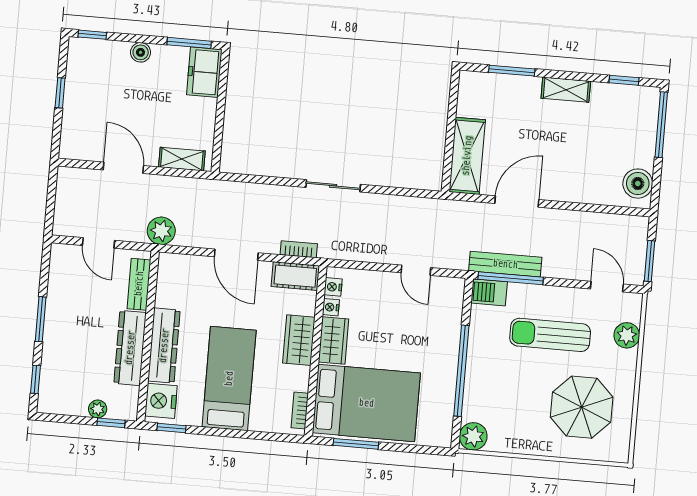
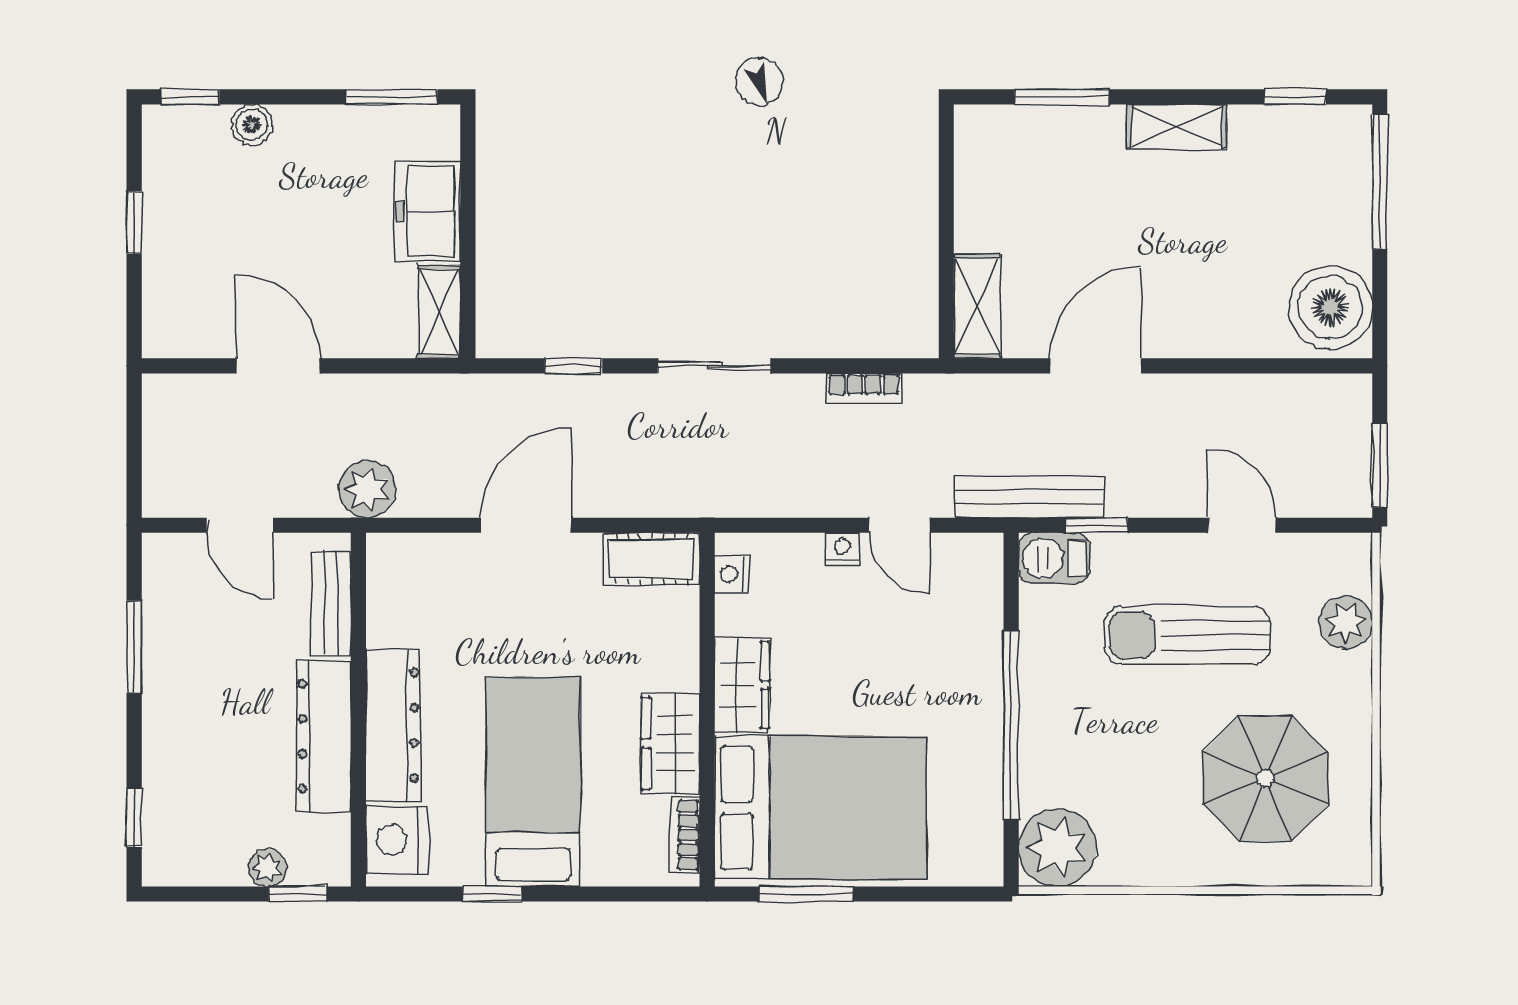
boiler: (141, 52) -> (252, 125), moved
freezer: (204, 72) -> (428, 211), moved
shelving: (467, 156) -> (977, 306), width x0.67, depth x0.75
shelving: (182, 159) -> (440, 312), moved, turned 90
window: (266, 180) -> (573, 366), added
boiler: (638, 184) -> (1330, 307), width x1.37, depth x1.37
bookcase: (299, 249) -> (864, 388), moved, turned 180
door: (236, 255) -> (526, 525), swing flipped
bench: (505, 264) -> (1029, 497), moved
window: (511, 278) -> (1096, 525), width x0.46
door: (607, 287) -> (1242, 525), moved
nightstand: (331, 307) -> (842, 549), moved, turned 90
window: (41, 319) -> (134, 647), moved
wardrobe: (299, 340) -> (670, 743), moved
window: (171, 428) -> (492, 894), moved
plant: (473, 436) -> (1057, 848), width x1.36, depth x1.36

